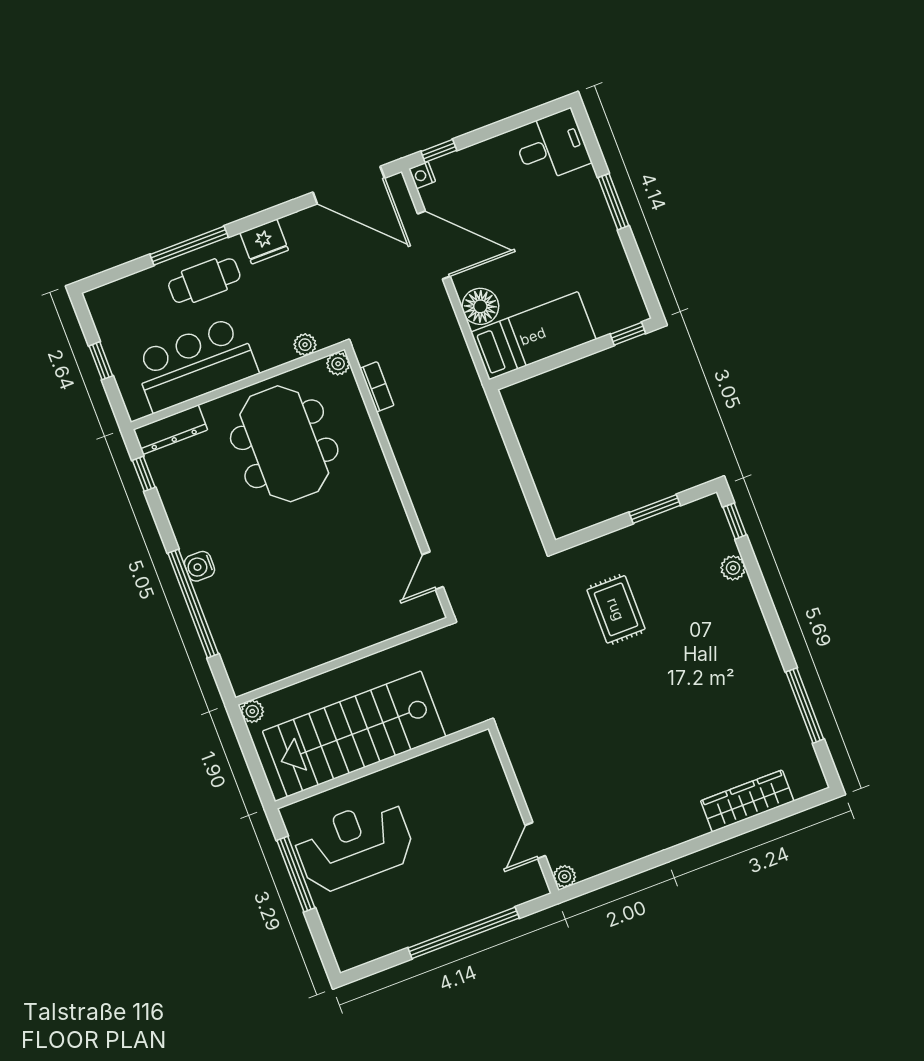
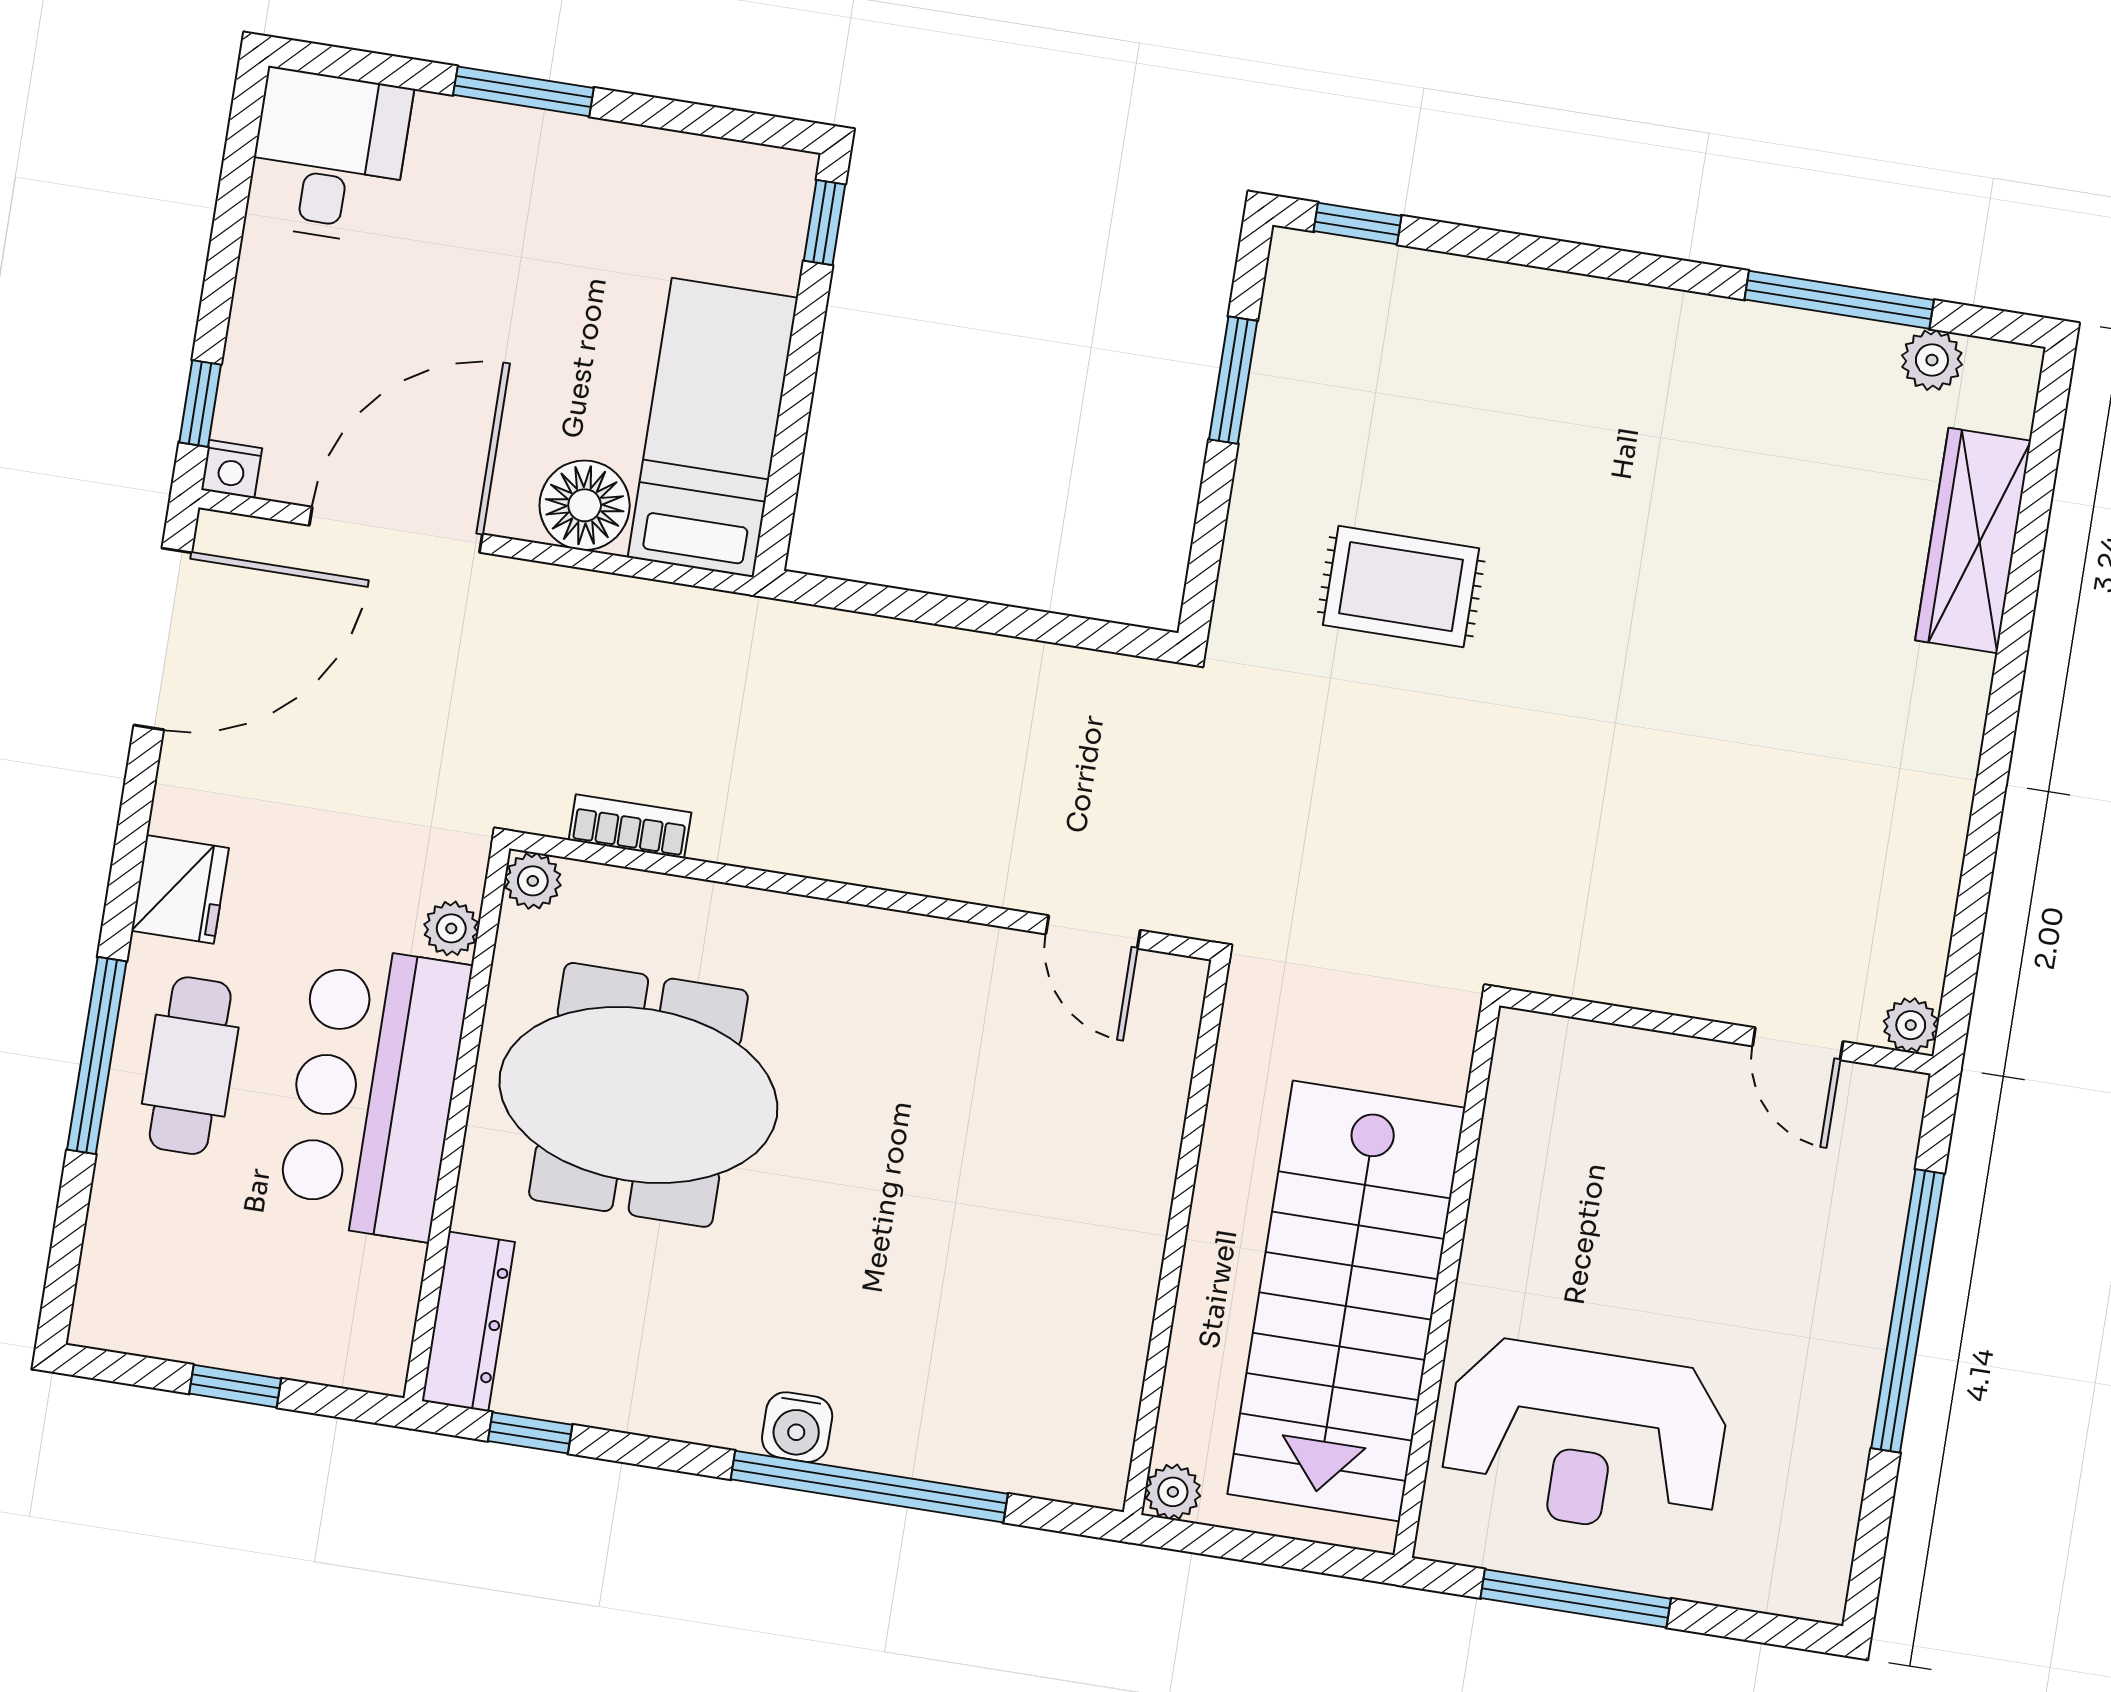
bar counter: (195, 364) -> (374, 1092), moved
plant: (733, 568) -> (1932, 360), moved
reception desk: (354, 845) -> (1585, 1438), turned -90

